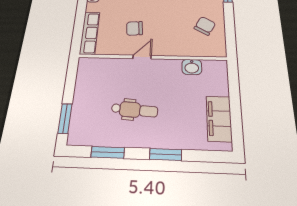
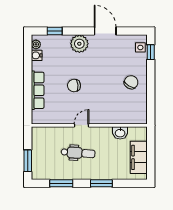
door: (142, 57) -> (82, 125), moved
wall: (152, 57) -> (89, 125), moved
washbasin: (192, 67) -> (120, 133), moved

